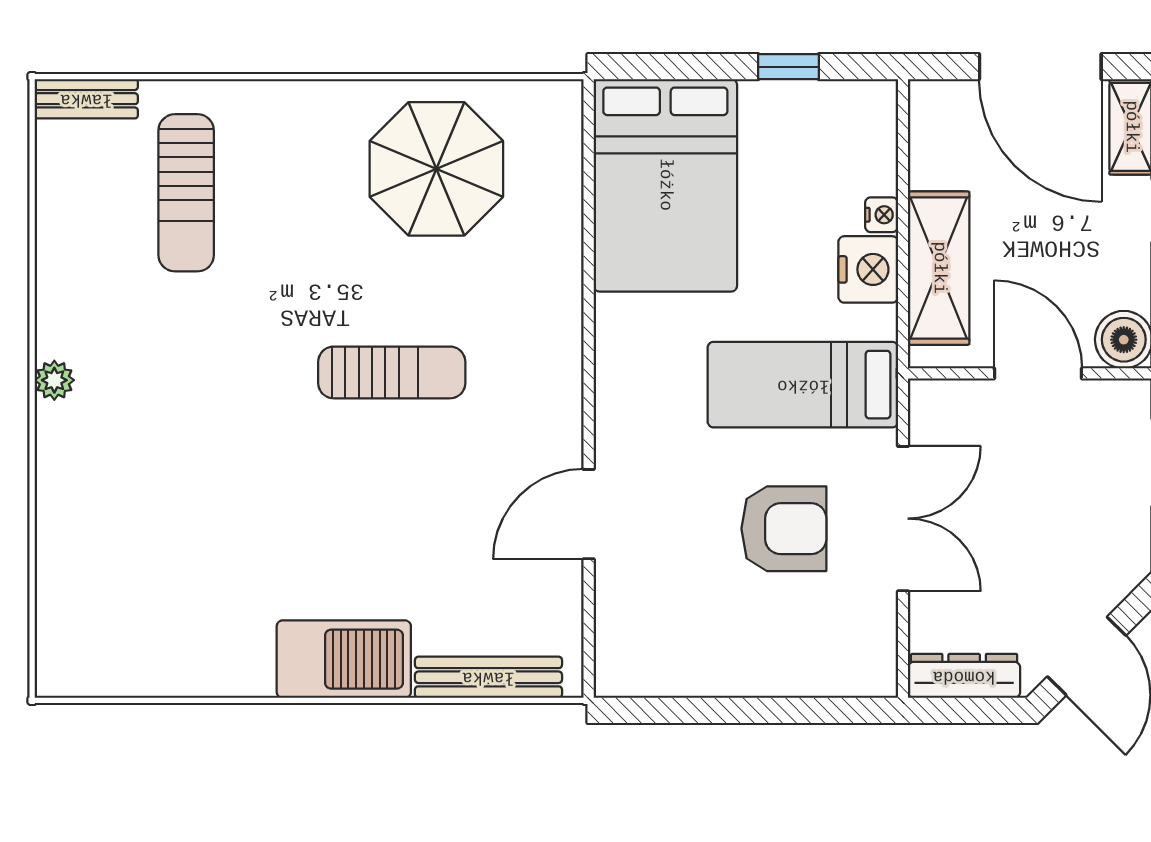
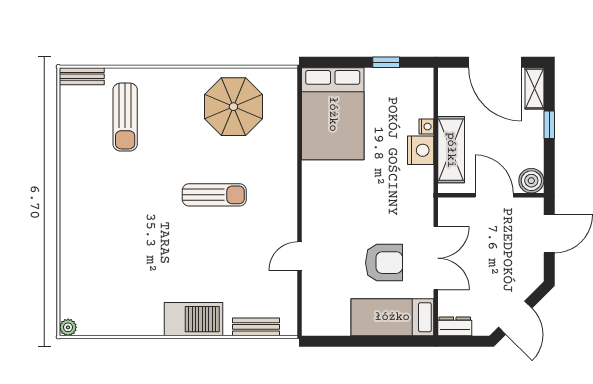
plant: (54, 380) -> (68, 327), moved
bed: (803, 385) -> (392, 317), moved
door: (589, 514) -> (299, 256), width x0.73
dresser: (964, 676) -> (455, 326), width x0.70
bench: (488, 677) -> (256, 327), width x0.73

